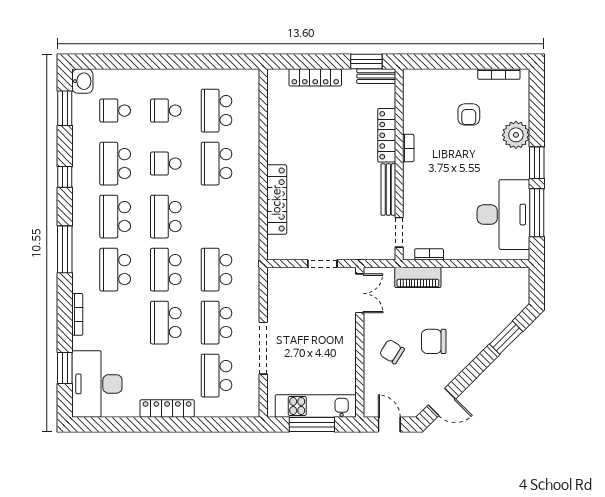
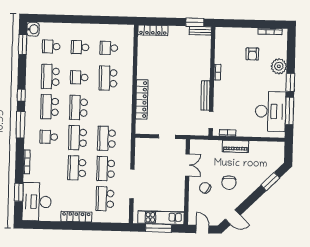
locker: (315, 77) -> (153, 30), moved
school desk: (216, 111) -> (109, 48), width x0.54
locker: (387, 135) -> (205, 65), removed
window: (65, 177) -> (21, 95), moved
school desk: (115, 270) -> (49, 137), width x0.54
piano: (418, 277) -> (235, 146), moved
double door: (360, 293) -> (187, 165), moved
chair: (434, 341) -> (229, 183), turned -90

